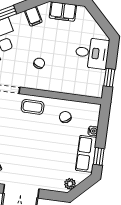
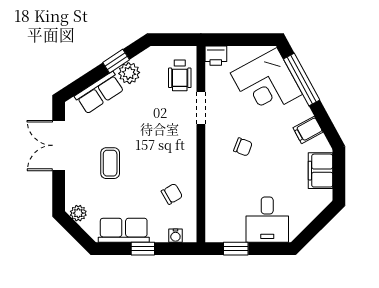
coffee table: (33, 107) -> (110, 163), moved
water cooler: (93, 131) -> (175, 236), moved
window: (99, 156) -> (143, 249), moved

